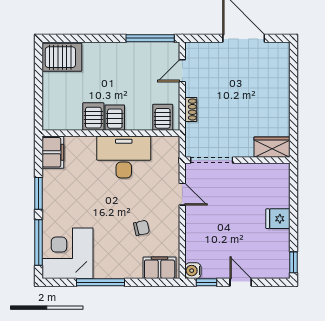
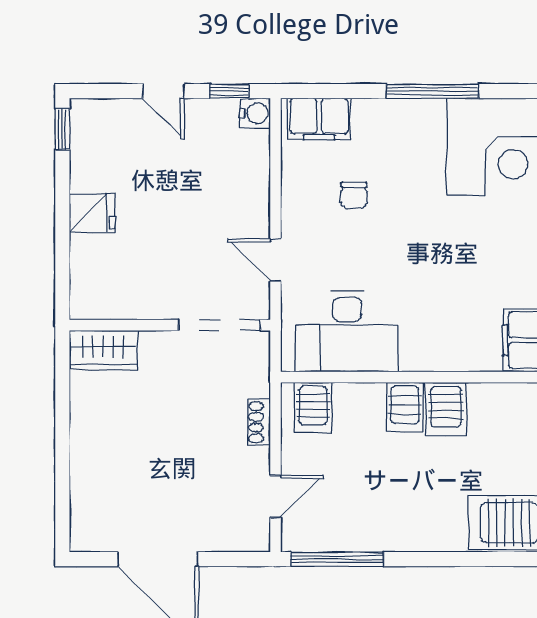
desk: (124, 157) -> (347, 331), moved
chair: (141, 228) -> (354, 195), turned -77

